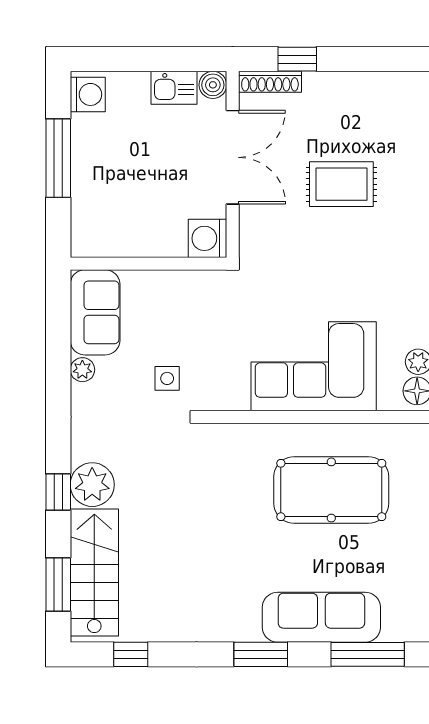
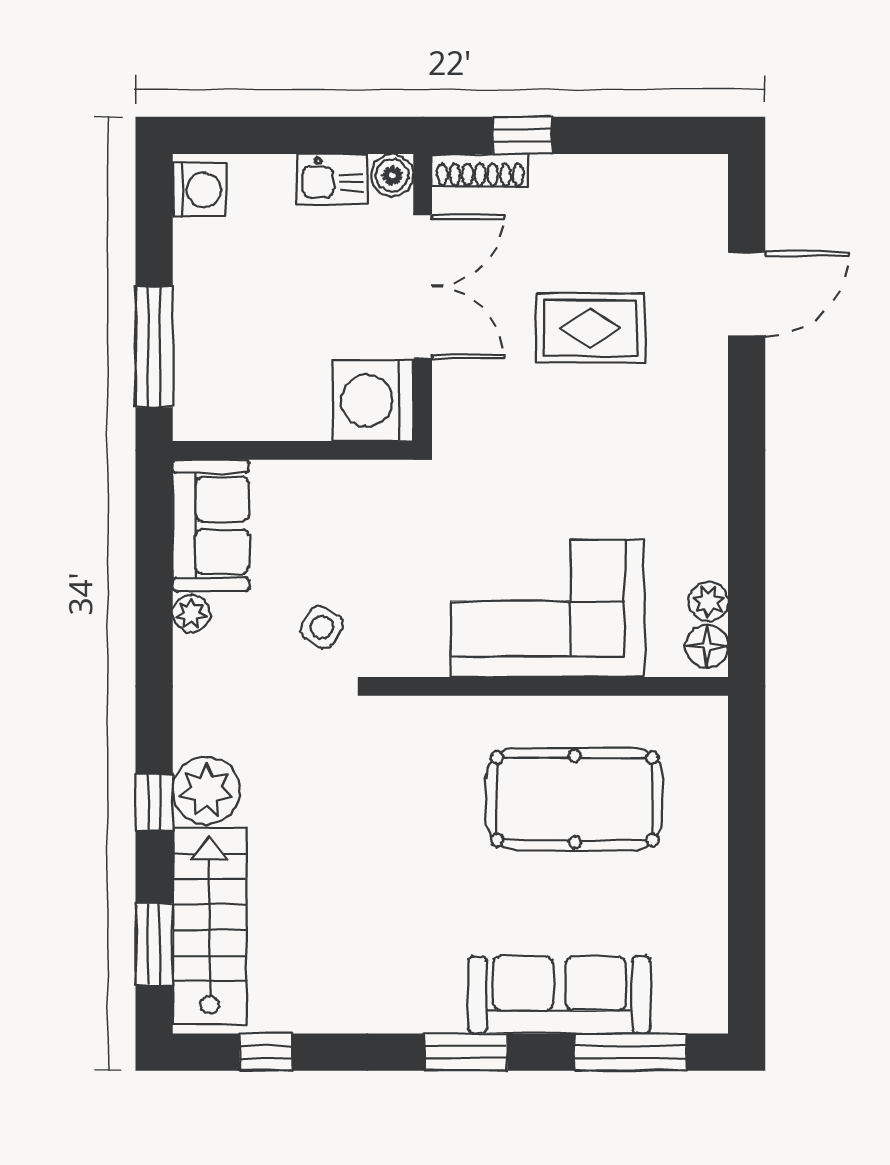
window: (58, 158) -> (154, 347), moved
washing machine: (207, 238) -> (373, 401), width x1.37, depth x1.37
side table: (167, 378) -> (322, 627), turned 31

